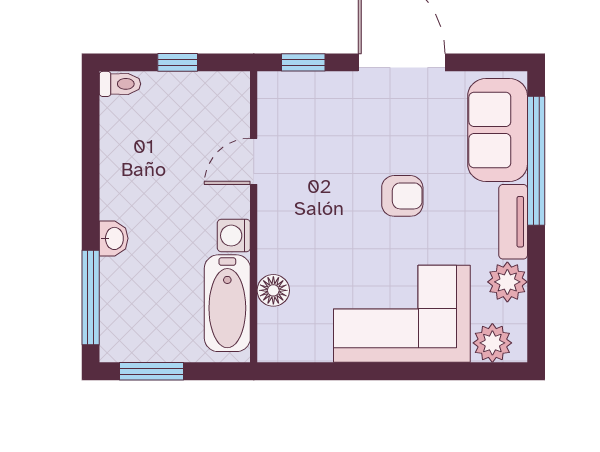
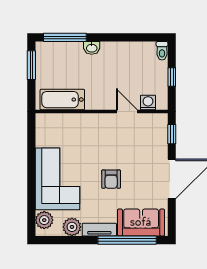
washing machine: (234, 236) -> (148, 103), moved
floor lamp: (273, 290) -> (68, 120), removed

